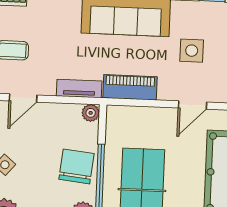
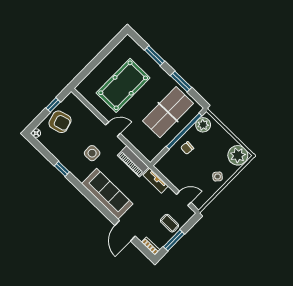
plant: (91, 113) -> (160, 166), removed
chair: (76, 166) -> (187, 148), width x0.54, depth x0.54

